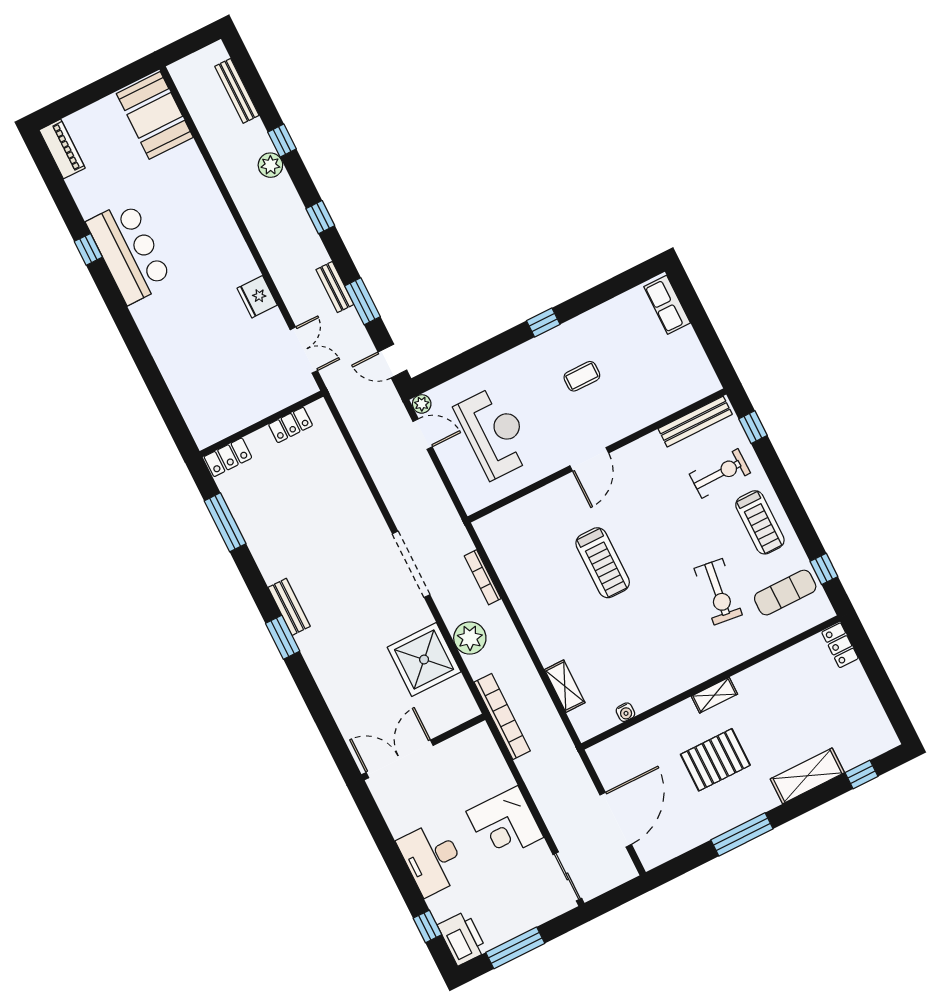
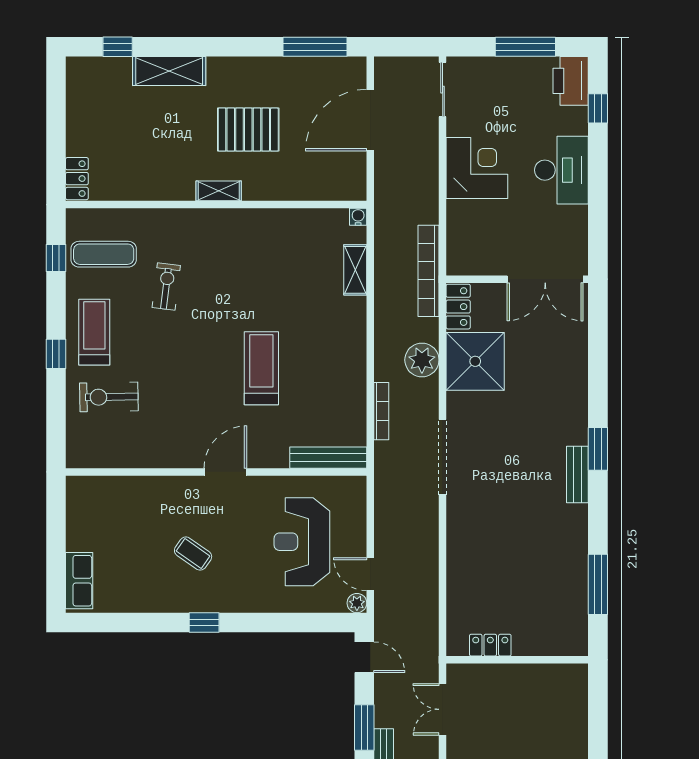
coffee table: (582, 376) -> (193, 554), turned 35
bench: (695, 422) -> (328, 458), moved
window: (753, 427) -> (56, 354), moved
locker: (228, 457) -> (458, 307), moved, turned 90
exercise bike: (718, 592) -> (166, 287), width x0.73, depth x0.72
water cooler: (625, 712) -> (358, 217), moved
window: (742, 834) -> (315, 47), moved

